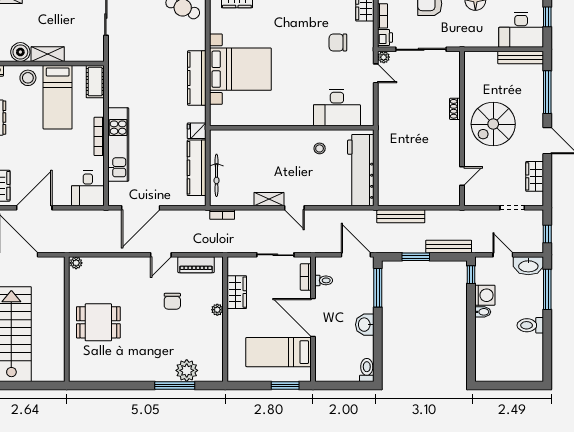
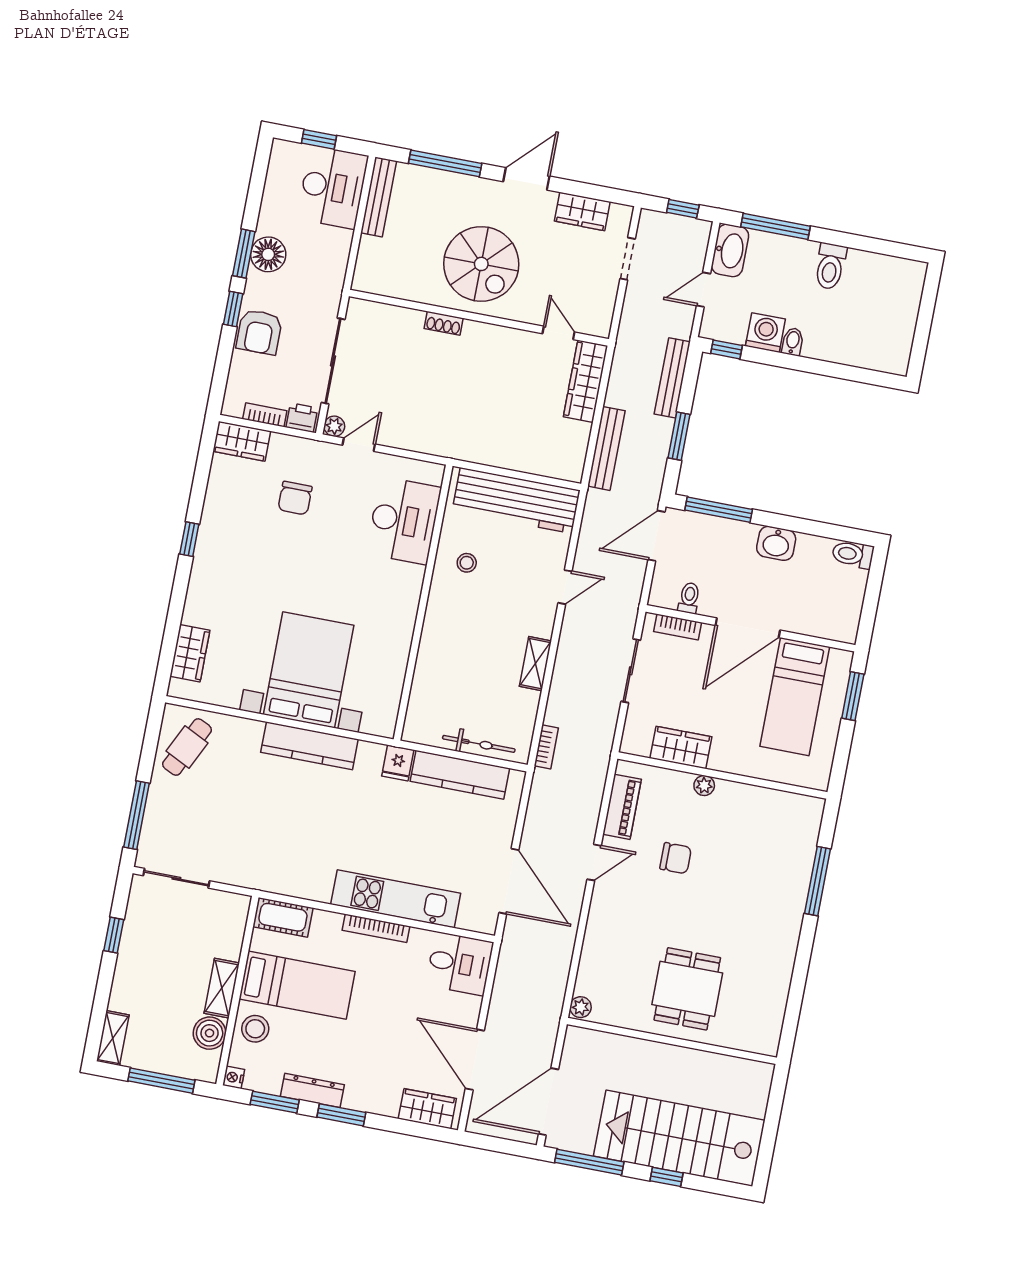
wardrobe: (437, 197) -> (586, 381), added
door: (294, 208) -> (565, 587), moved
door: (161, 255) -> (594, 862), hinge flipped
plant: (187, 370) -> (796, 856), removed

